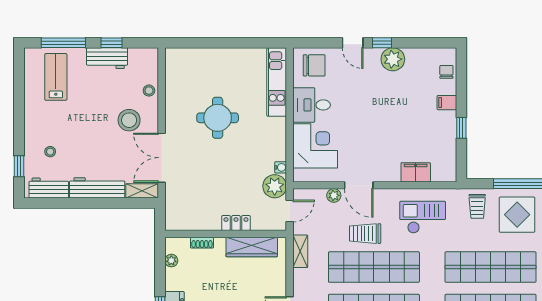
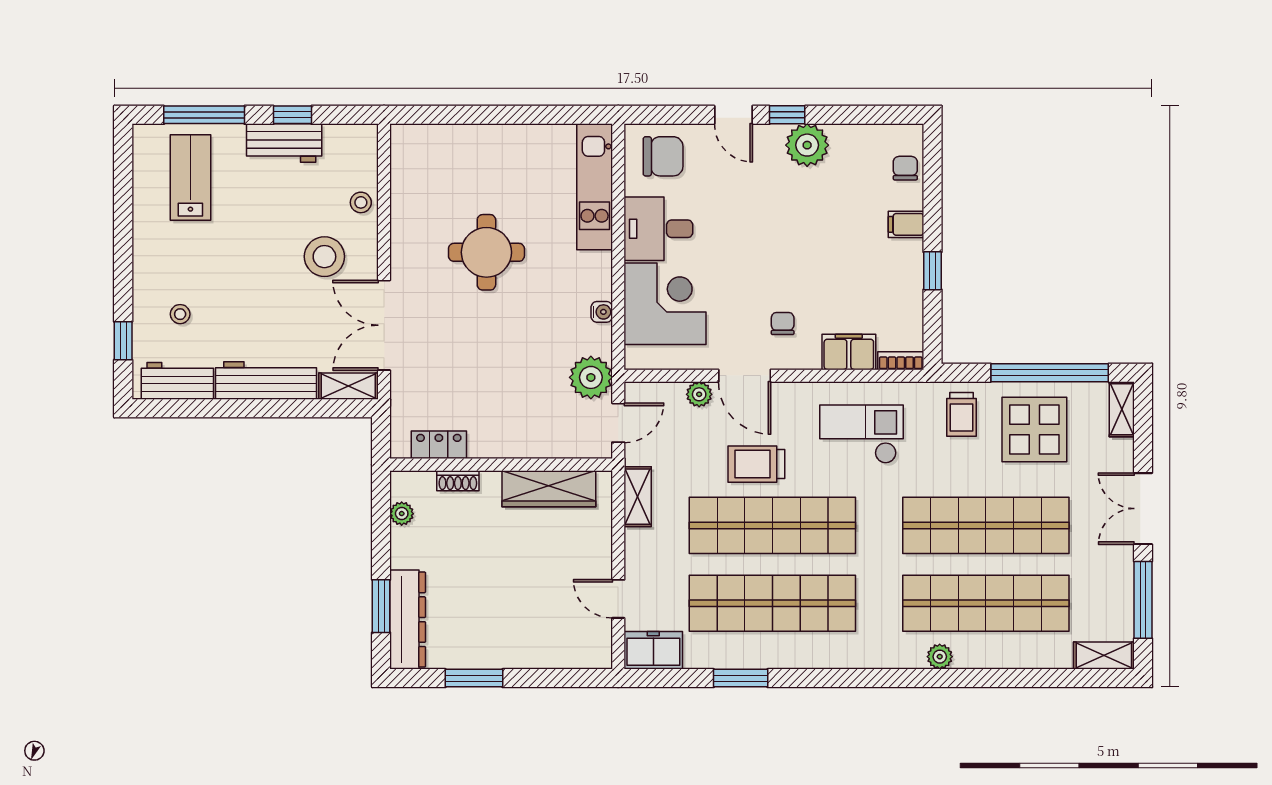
chair: (379, 157) -> (783, 323), added
water cooler: (281, 167) -> (602, 312), moved
bookcase: (444, 177) -> (901, 361), added
locker: (236, 223) -> (439, 445), moved

